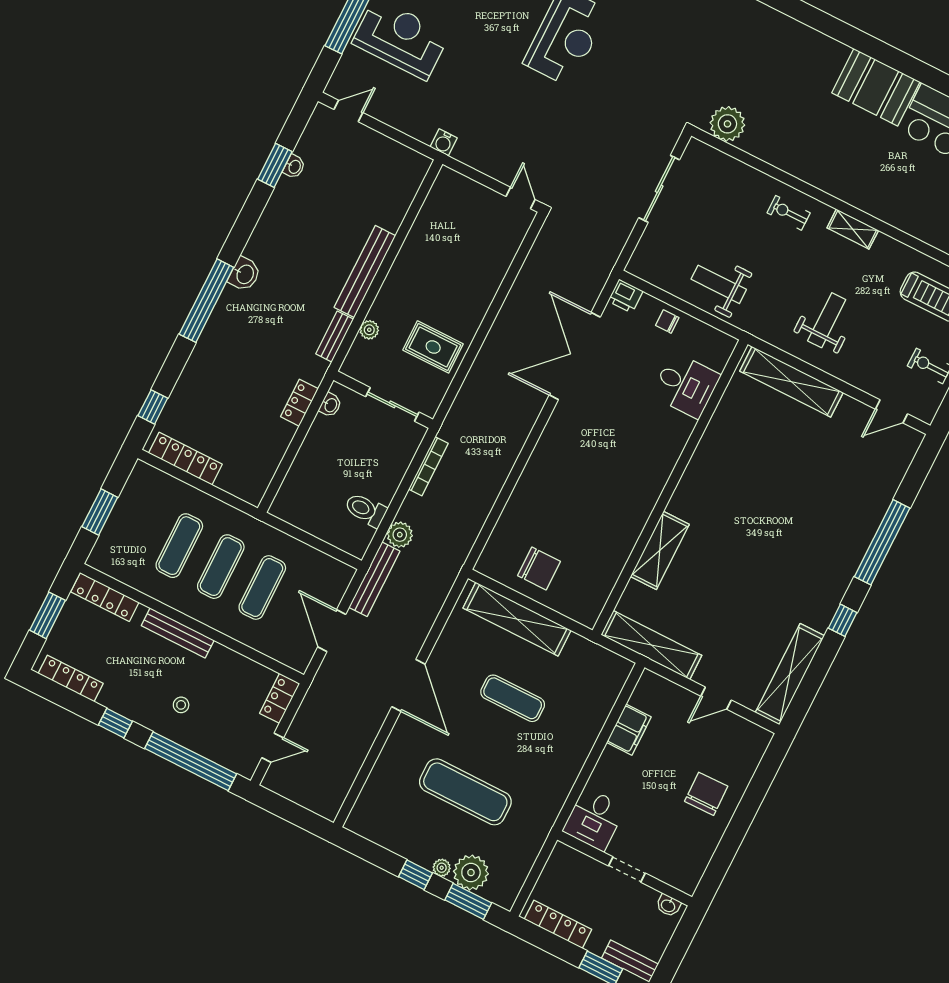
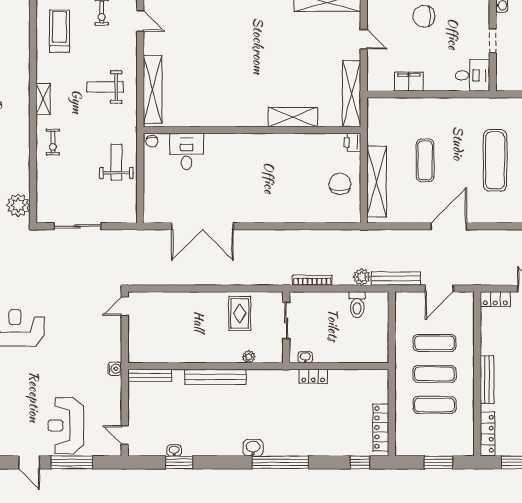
weight bench: (719, 284) -> (116, 162), turned 180
printer: (625, 296) -> (352, 142), moved, turned 180
chair: (667, 322) -> (152, 141), moved
bench: (335, 337) -> (150, 375), moved, width x1.36

